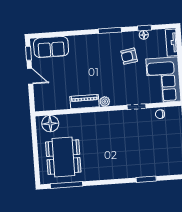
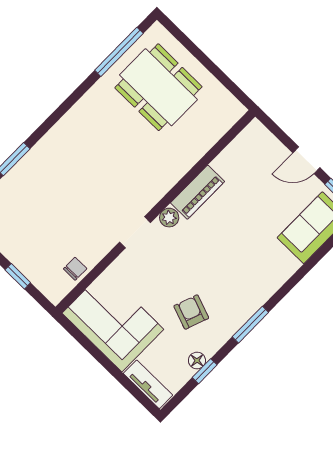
armchair: (129, 56) -> (191, 312), turned -61
doorway: (136, 107) -> (135, 232), moved
floor lamp: (50, 124) -> (219, 118), removed

